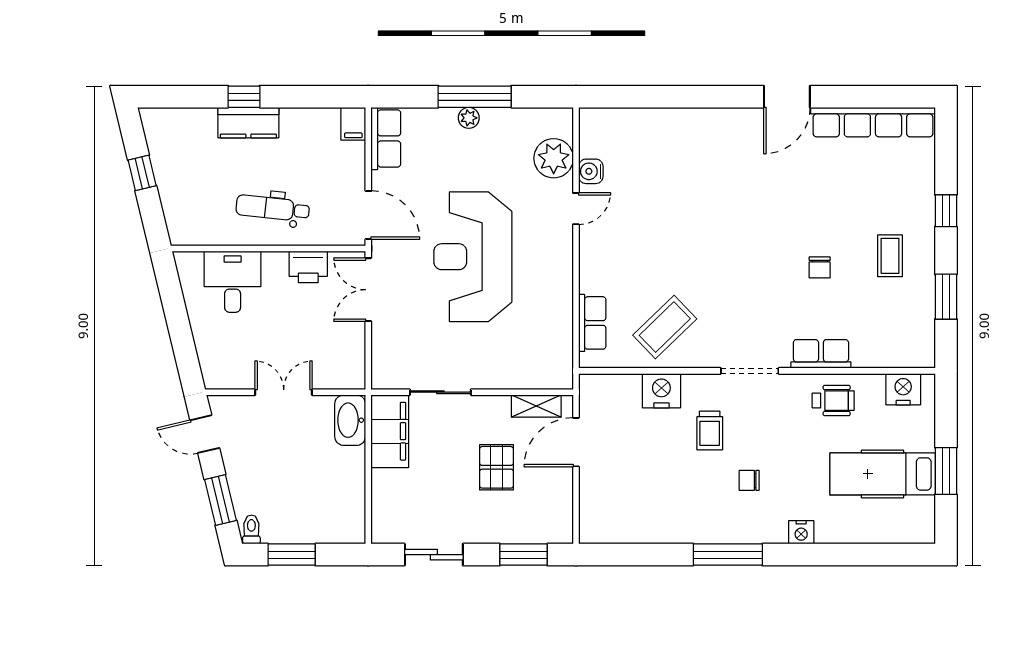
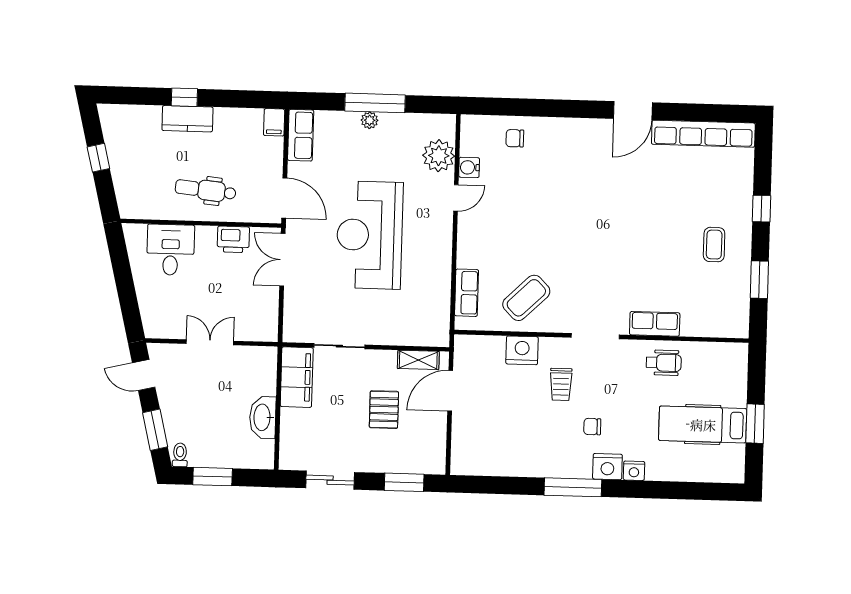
chair: (820, 267) -> (515, 138), moved, turned 90
nightstand: (903, 389) -> (607, 467), moved, turned 180
washbasin: (350, 420) -> (263, 417), moved

